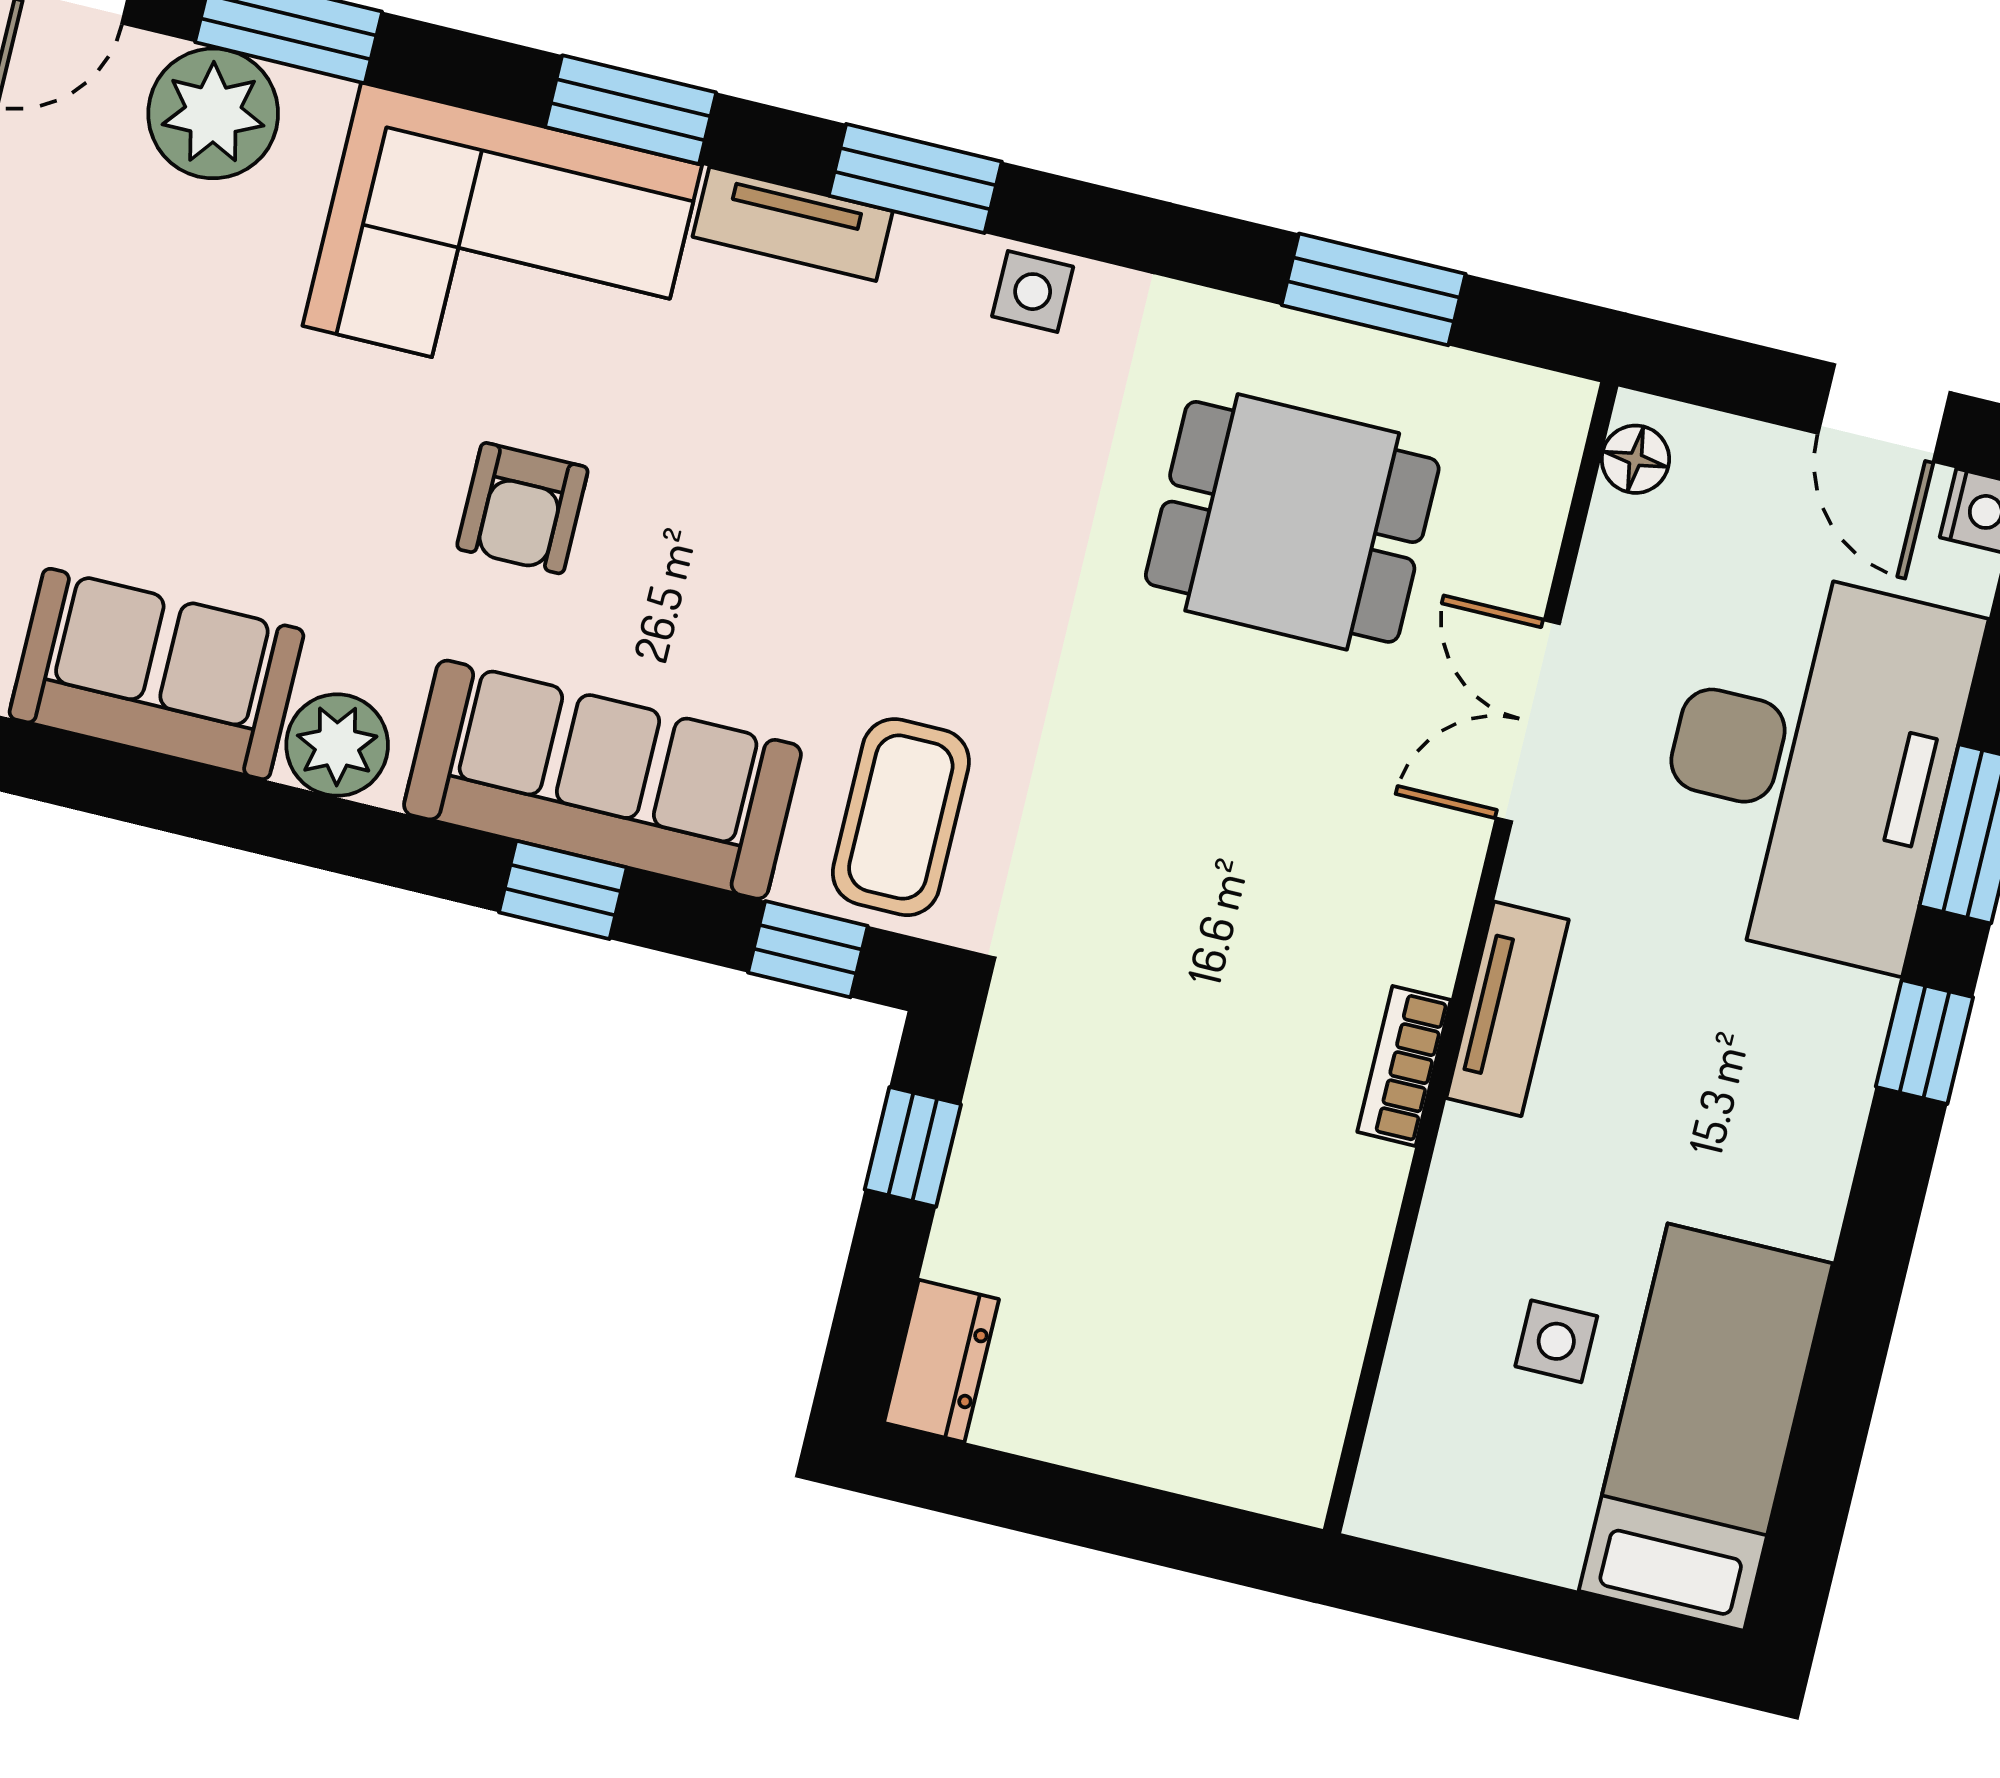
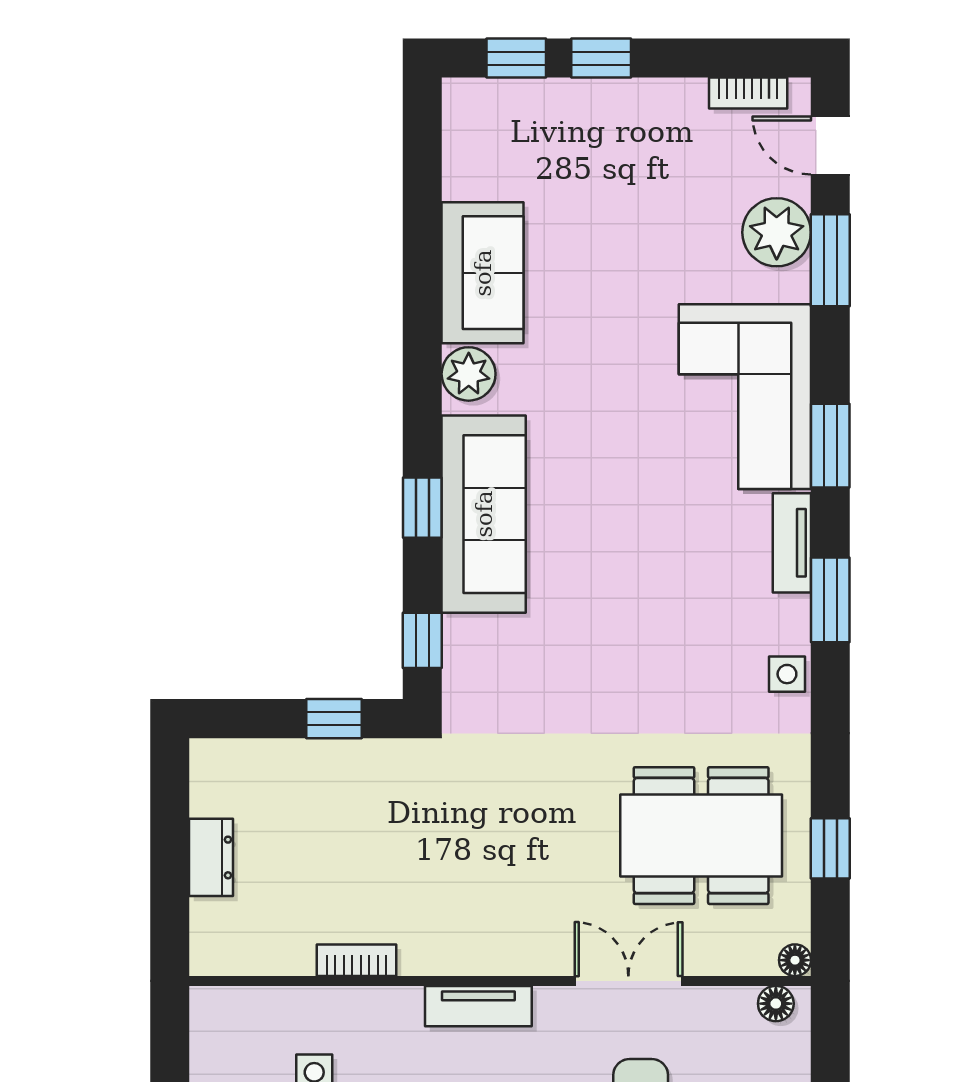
window: (1374, 289) -> (830, 848), width x0.67
floor lamp: (1564, 404) -> (795, 960), added
armchair: (522, 508) -> (613, 440), removed
dining table: (1292, 522) -> (701, 836), width x1.38
coffee table: (901, 817) -> (501, 672), removed
bookcase: (1404, 1066) -> (357, 960), moved
dresser: (942, 1361) -> (211, 857), moved, turned -90

